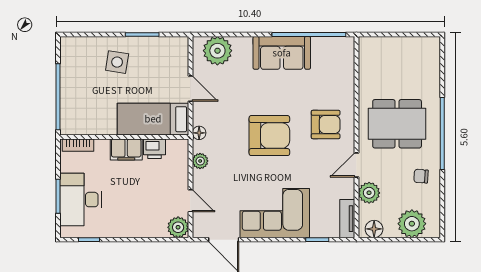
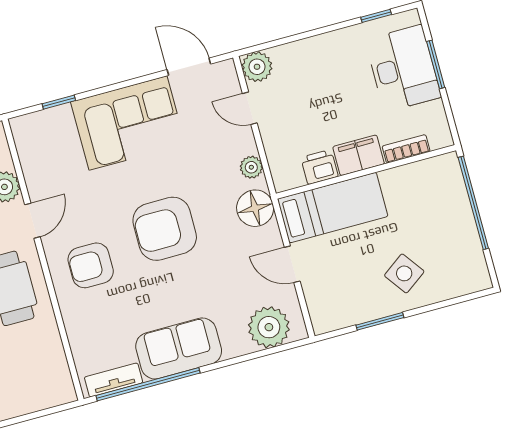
side table: (117, 62) -> (404, 273), turned 45
floor lamp: (199, 133) -> (255, 208), width x1.89, depth x1.89
bookcase: (78, 145) -> (406, 149), moved
tv unit: (347, 219) -> (114, 380), moved, turned -90

